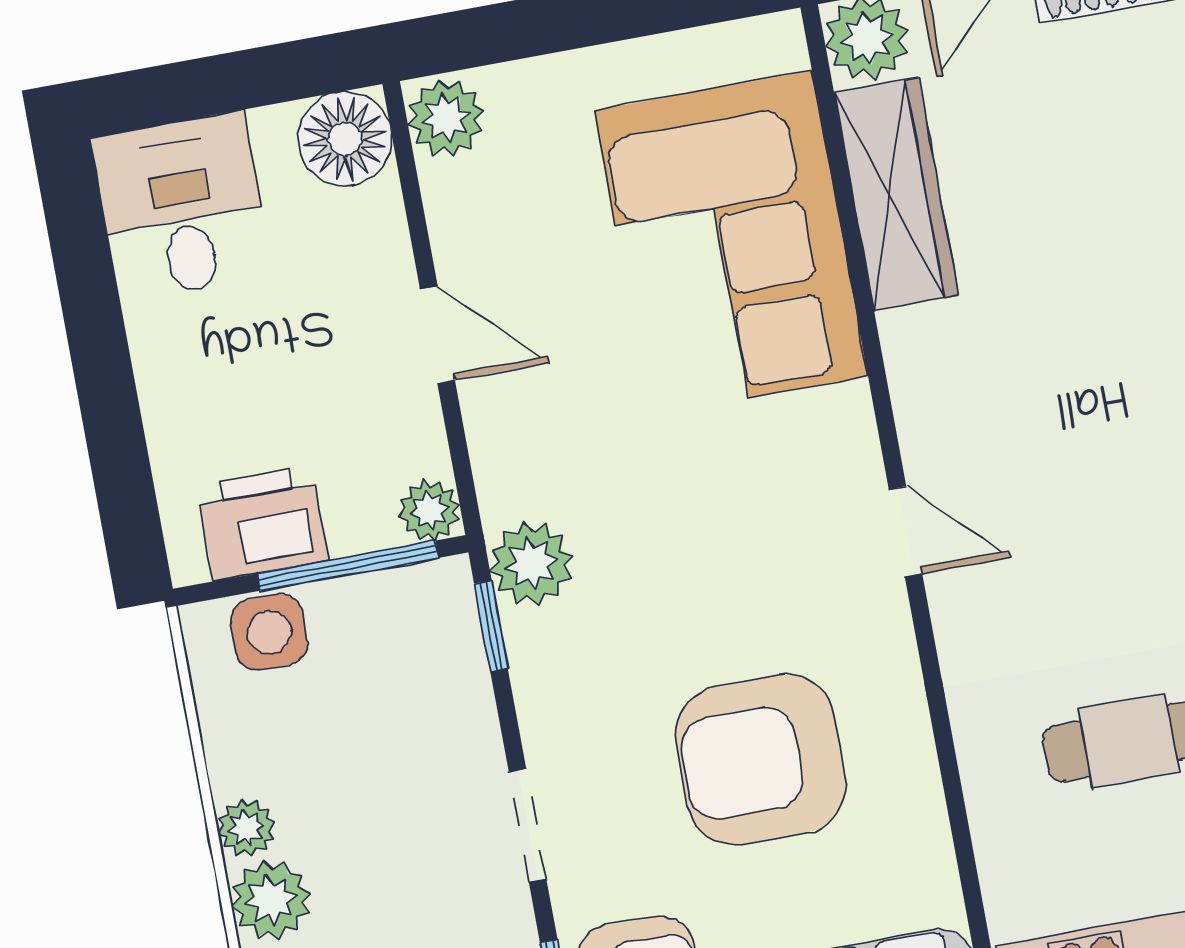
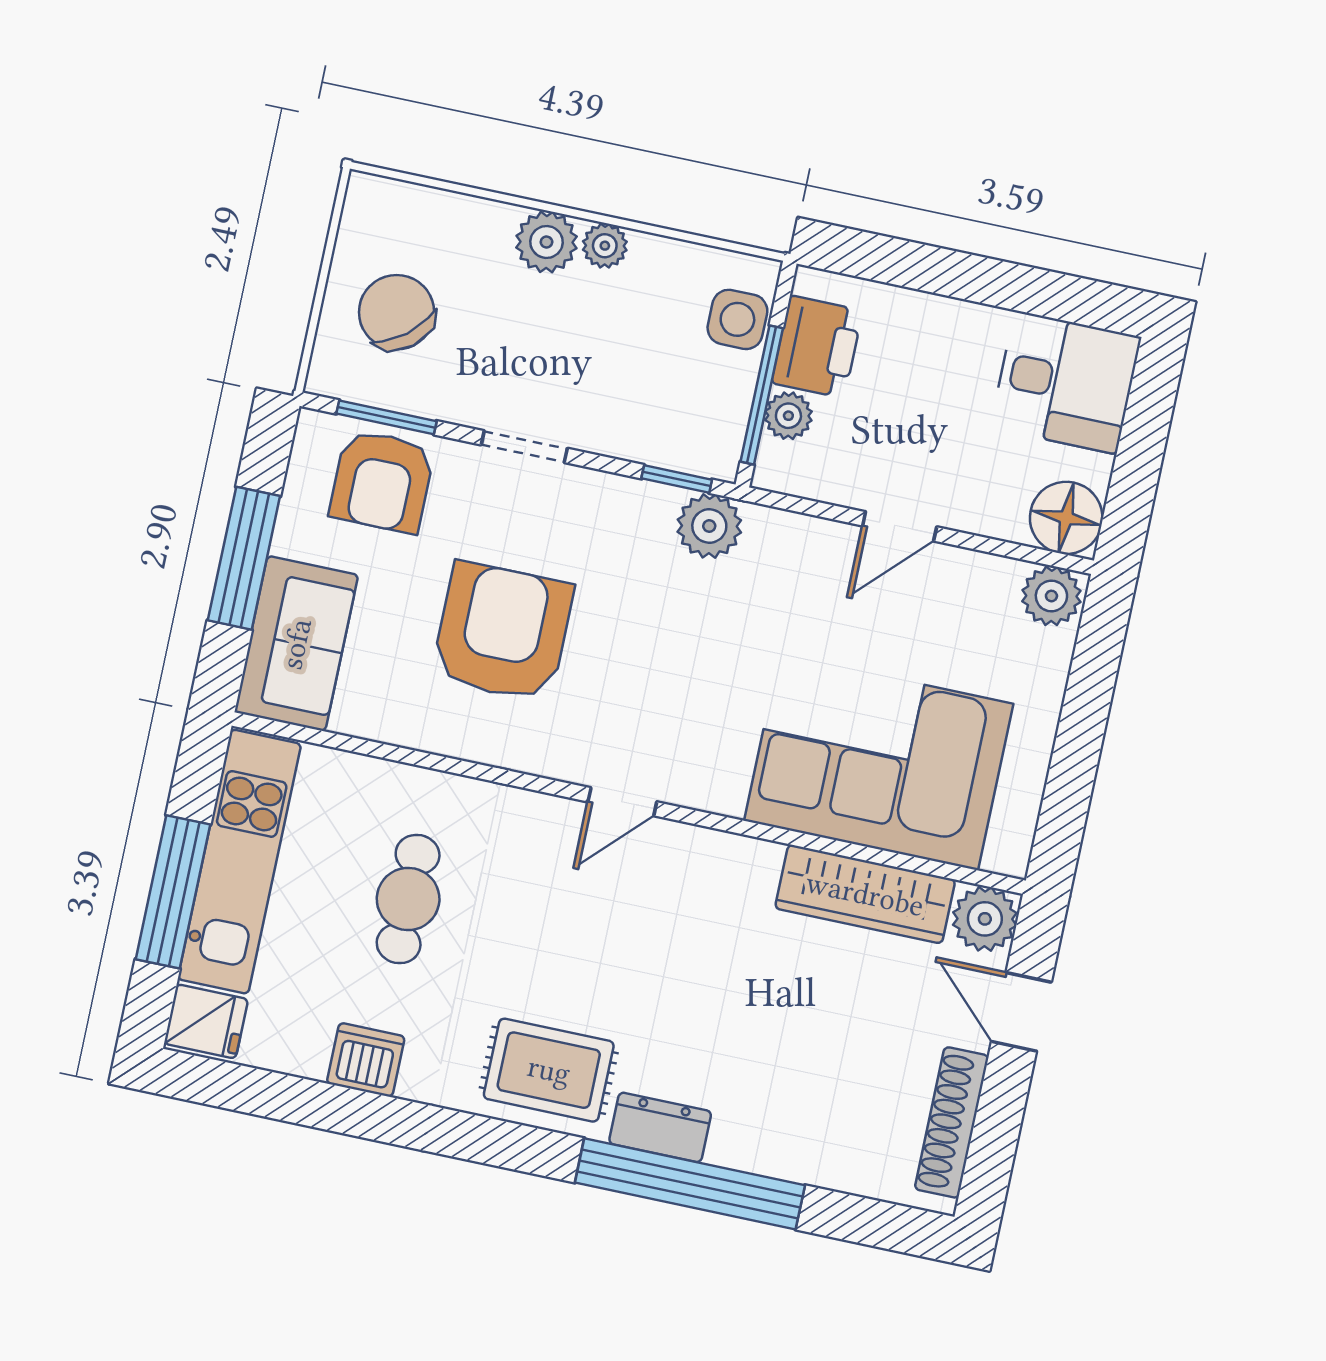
plant: (429, 510) -> (788, 416), moved

